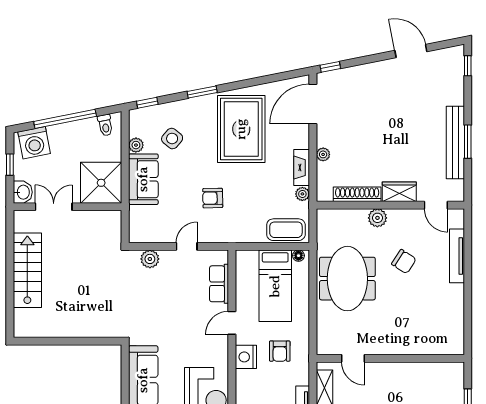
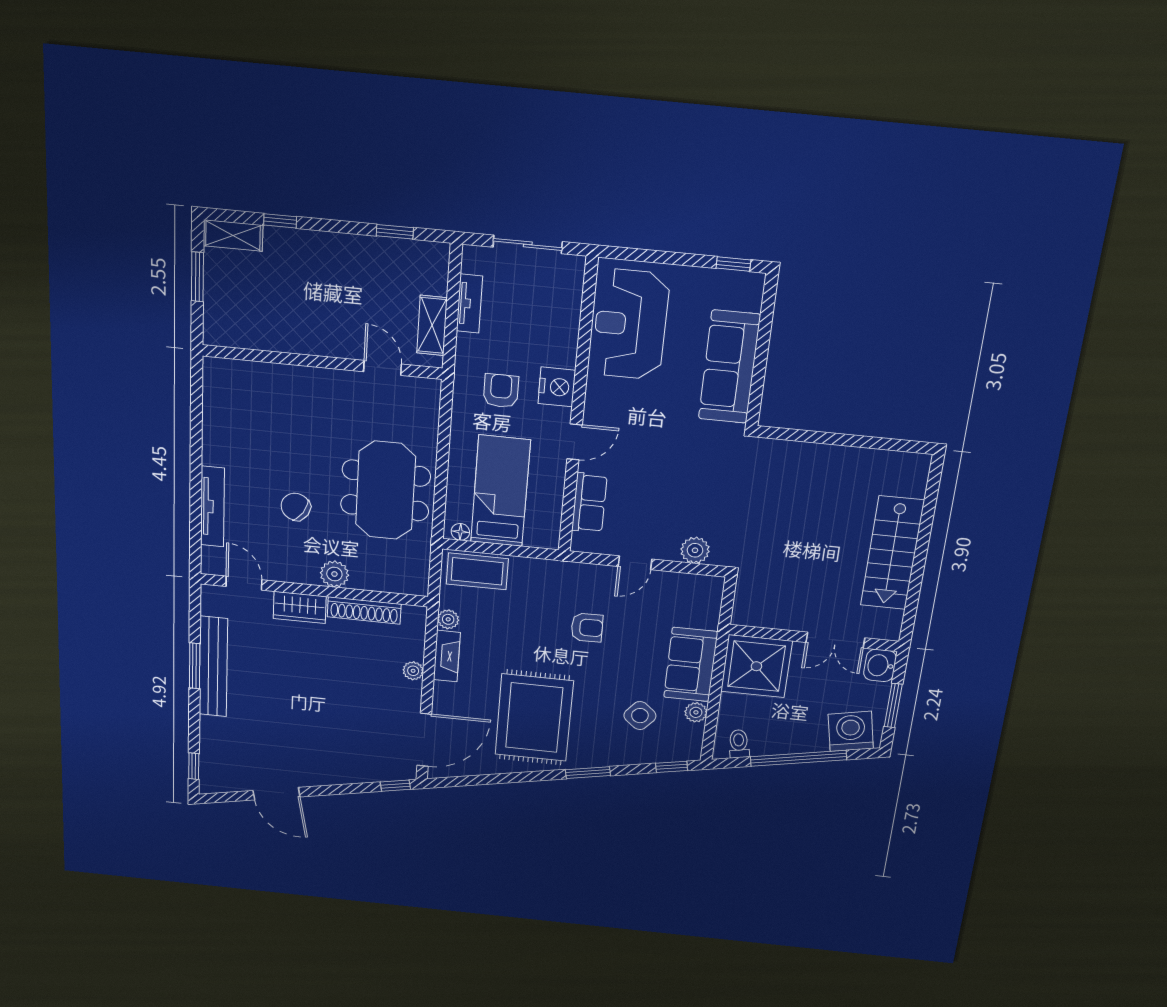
window: (10, 165) -> (893, 705), width x1.50

